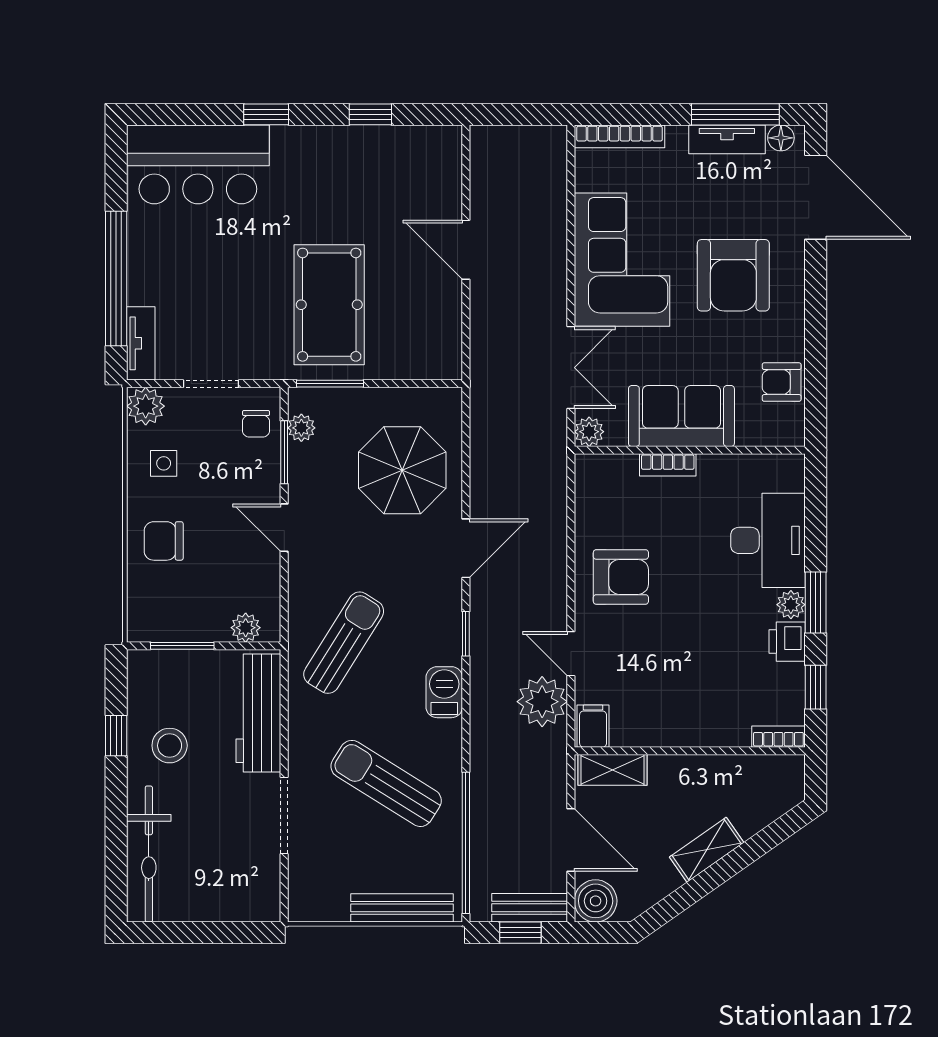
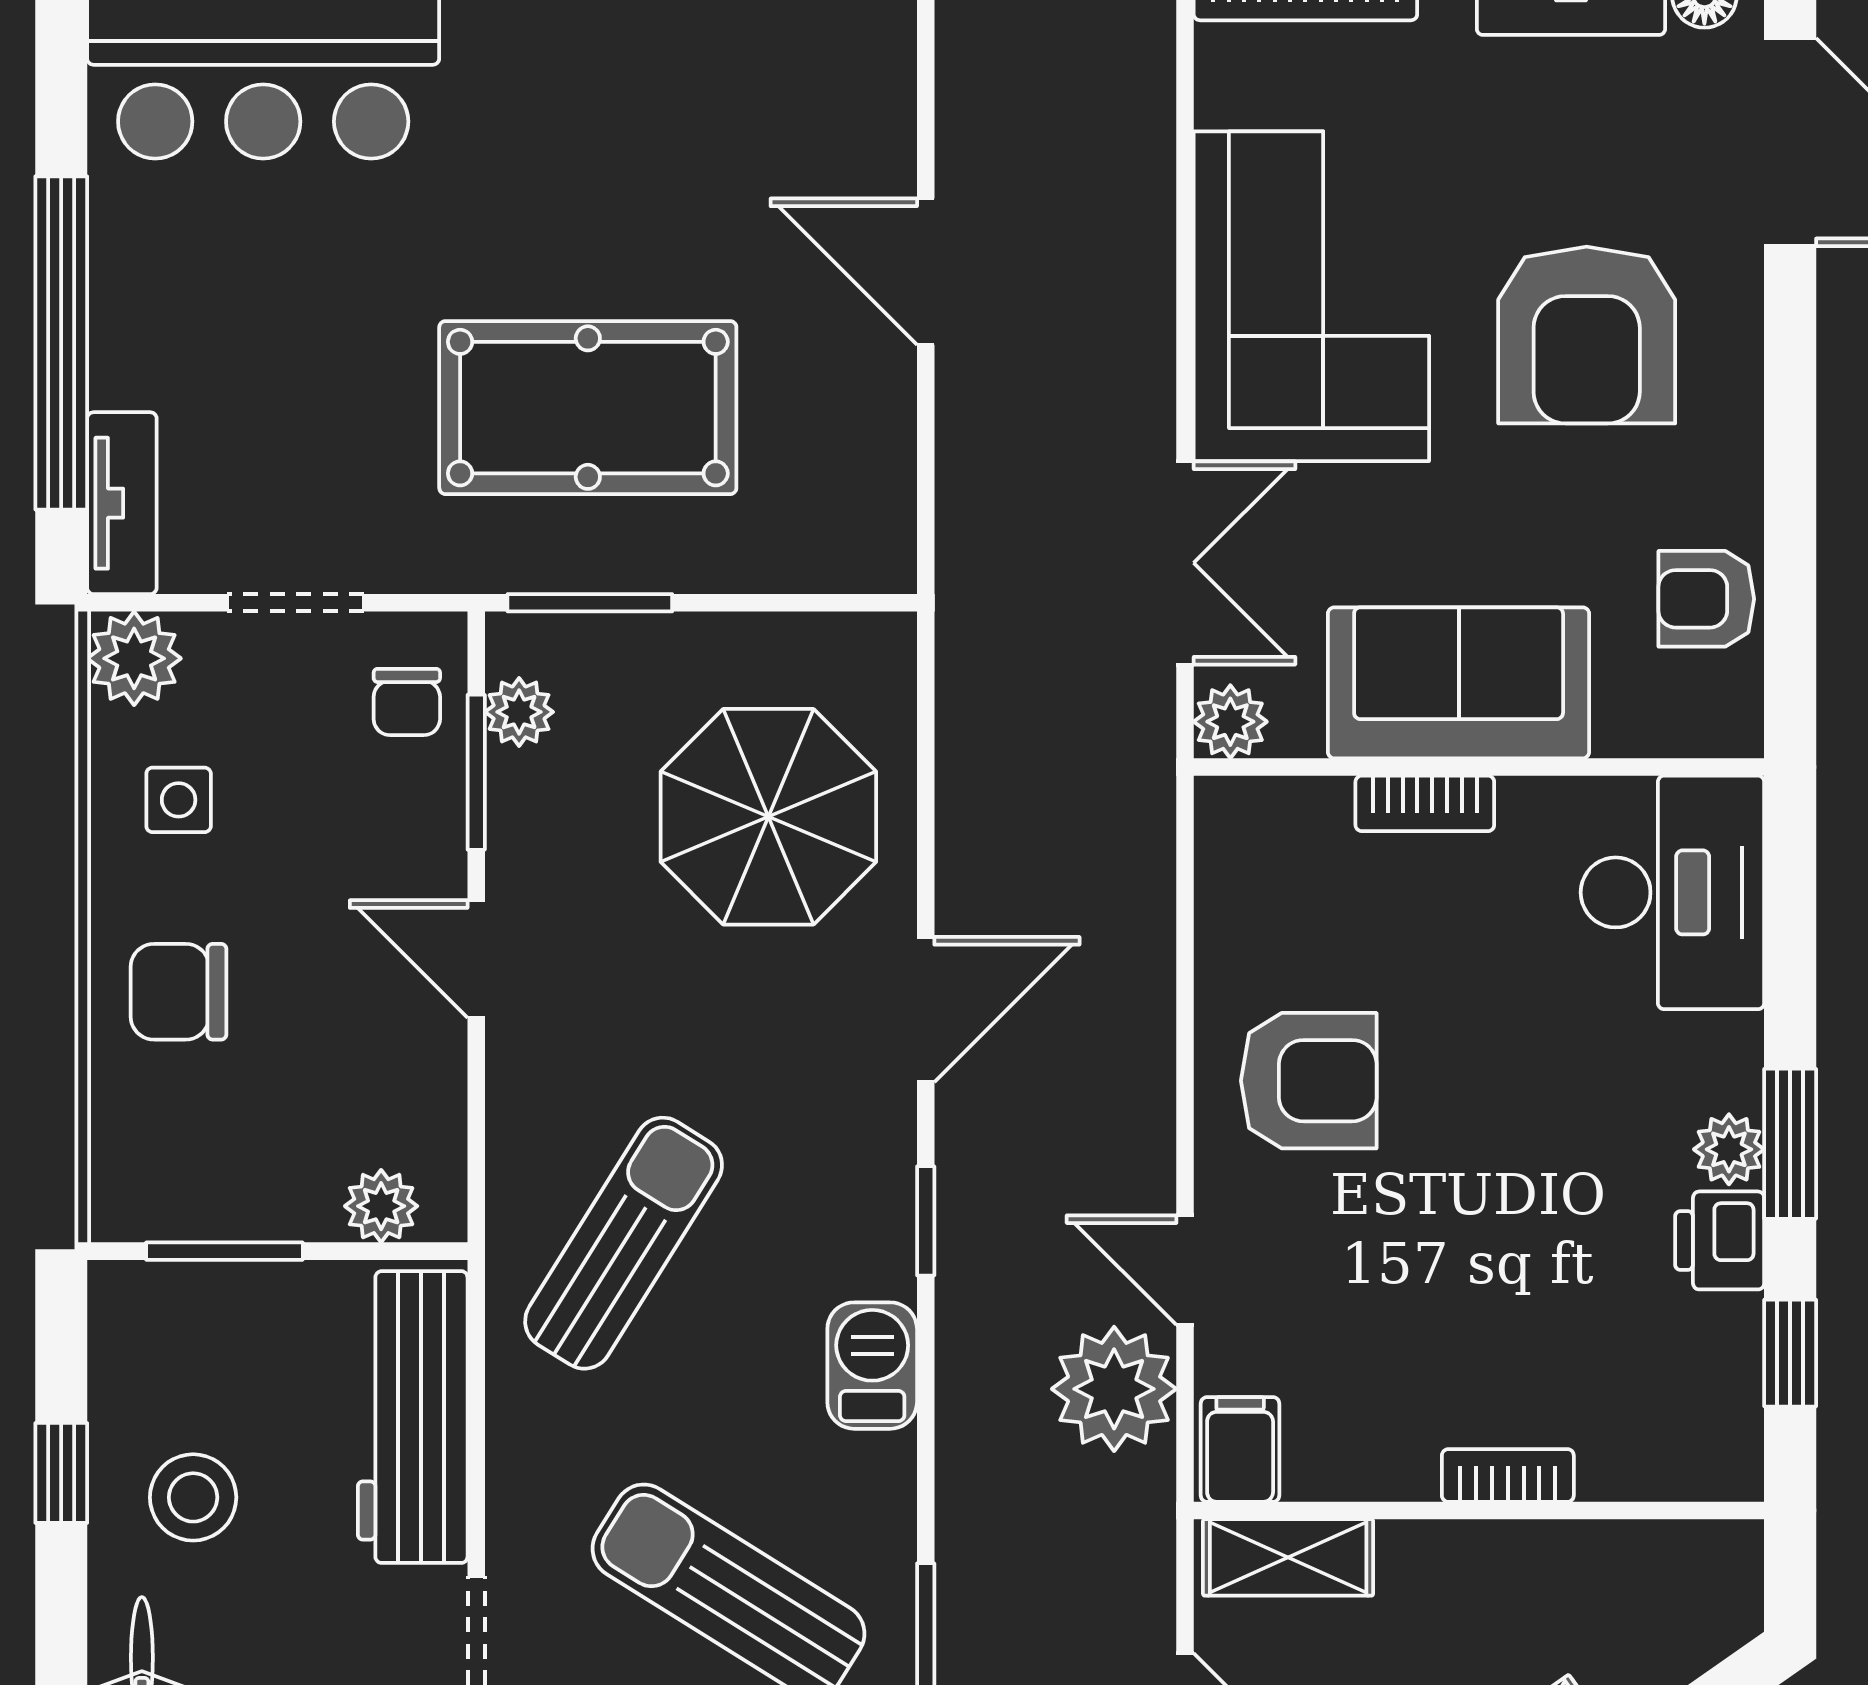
pool table: (329, 305) -> (588, 408), turned 90
desk: (768, 540) -> (1672, 892), moved
bookcase: (778, 737) -> (1508, 1475), moved

